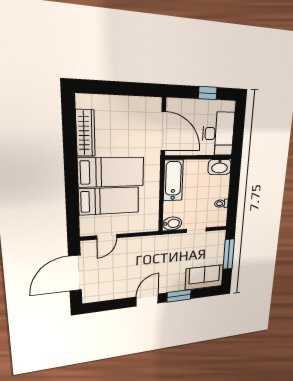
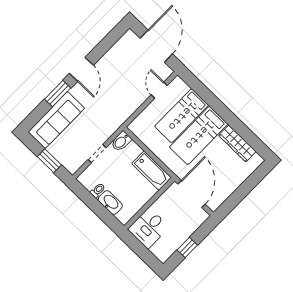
door: (163, 131) -> (192, 194), swing flipped
desk: (218, 134) -> (148, 228), width x0.73
washbasin: (220, 167) -> (110, 203), moved, turned 90
window: (229, 254) -> (49, 161), width x0.69
sofa: (204, 277) -> (56, 120), width x1.36

